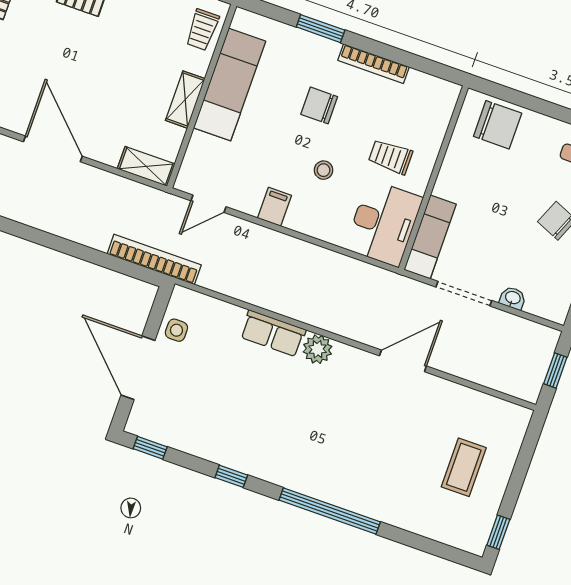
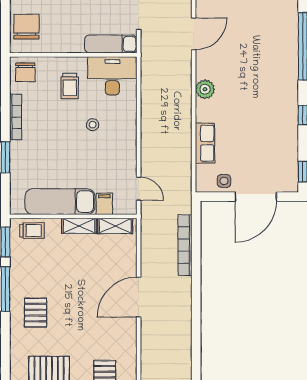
chair: (319, 105) -> (25, 72), moved
shelving: (146, 166) -> (115, 226), moved, turned 90
filing cabinet: (274, 207) -> (104, 204), moved, turned 90
bookcase: (154, 259) -> (185, 245), moved
row of seats: (273, 333) -> (205, 143), moved
door: (403, 361) -> (194, 34), swing flipped

